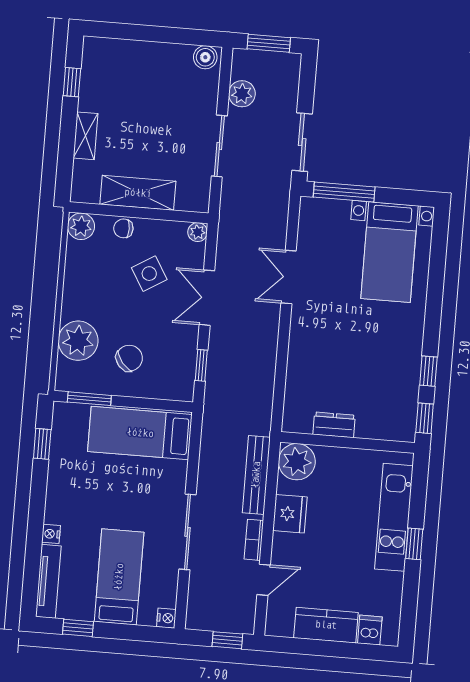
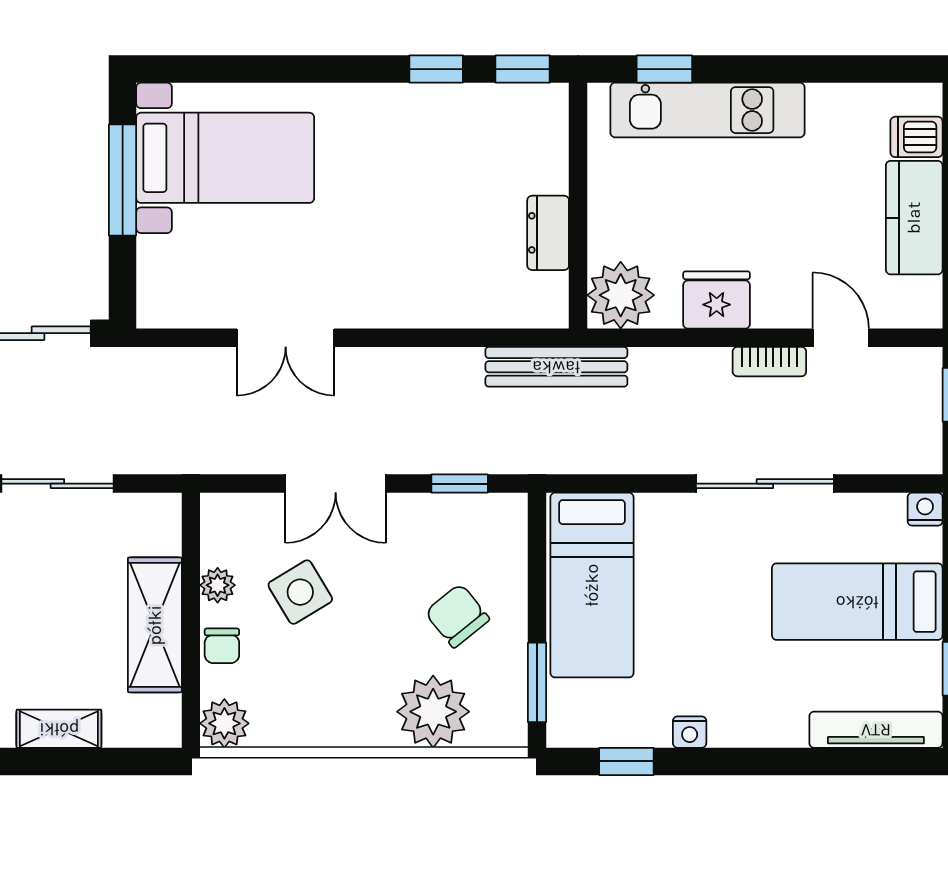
window: (344, 192) -> (123, 180), moved
plant: (198, 232) -> (218, 585), moved
bench: (256, 475) -> (556, 367), moved
nightstand: (51, 534) -> (690, 732), moved
window: (414, 544) -> (664, 69), moved

